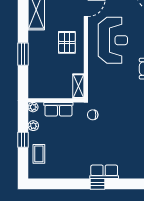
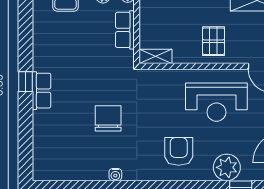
pallet: (67, 42) -> (214, 41), turned 90
chair: (93, 115) -> (108, 118), moved, width x1.87, depth x1.87

